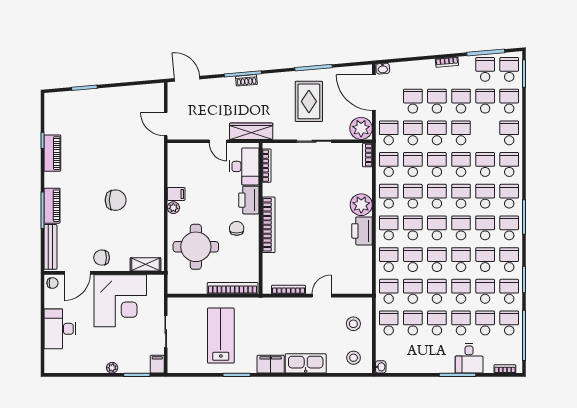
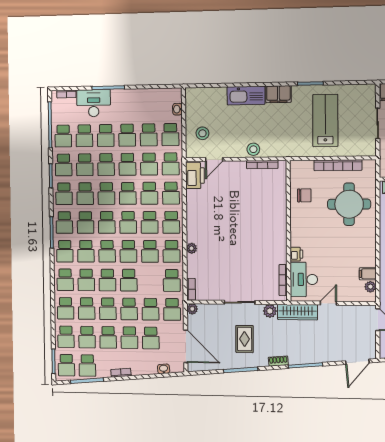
washbasin: (383, 69) -> (164, 369), moved
door: (187, 79) -> (357, 362), hinge flipped
shoe rack: (246, 80) -> (278, 361), moved
rug: (309, 101) -> (245, 339), width x0.73, depth x0.70
plant: (361, 128) -> (192, 309), width x0.53, depth x0.53
plant: (281, 132) -> (270, 311), added
door: (218, 141) -> (328, 303), hinge flipped
school desk: (413, 164) -> (87, 309), moved
filing cabinet: (176, 194) -> (368, 274), moved
printer: (249, 200) -> (296, 254), width x0.53, depth x0.68
plant: (361, 205) -> (192, 248), width x0.53, depth x0.53
plant: (173, 208) -> (370, 287), moved
bookcase: (269, 225) -> (281, 225), removed
chair: (237, 228) -> (304, 195), moved, turned -90
printer: (362, 231) -> (195, 176), moved
bookcase: (233, 288) -> (338, 165), moved
door: (322, 296) -> (214, 159), moved
lab bench: (221, 336) -> (325, 120), turned 180
stool: (354, 358) -> (253, 149), moved
desk: (469, 358) -> (94, 103), width x1.37
washbasin: (381, 367) -> (177, 109), moved

